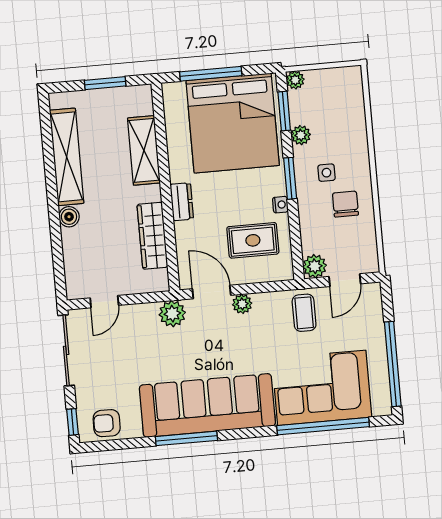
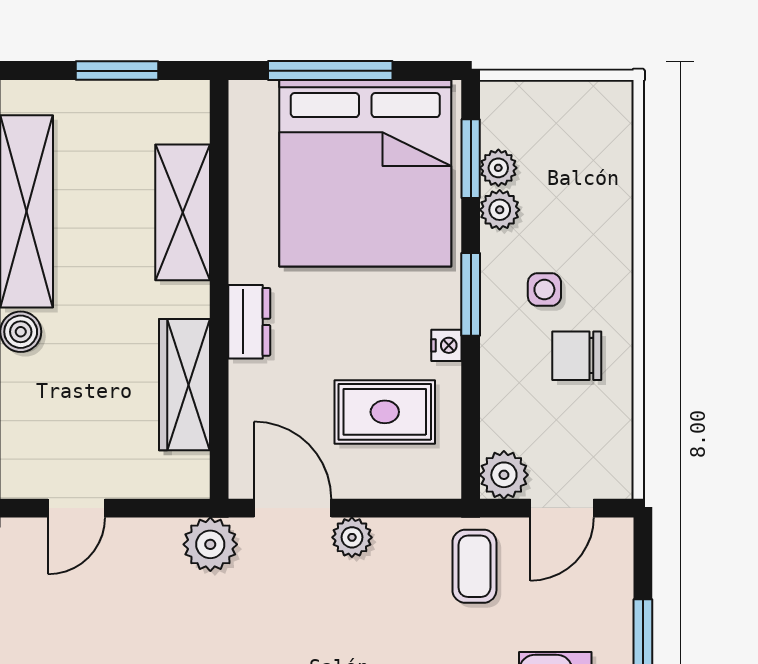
plant: (295, 80) -> (498, 168), moved
chair: (345, 204) -> (577, 356), turned -90

